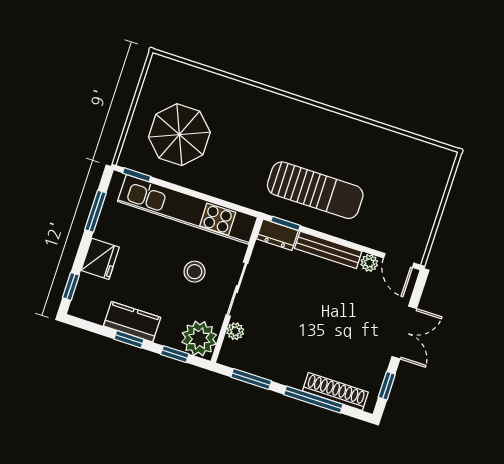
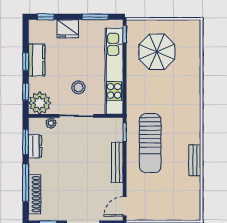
bench: (364, 131) -> (195, 160), added
dresser: (277, 235) -> (35, 146), moved, turned 180
plant: (369, 263) -> (118, 189), removed

